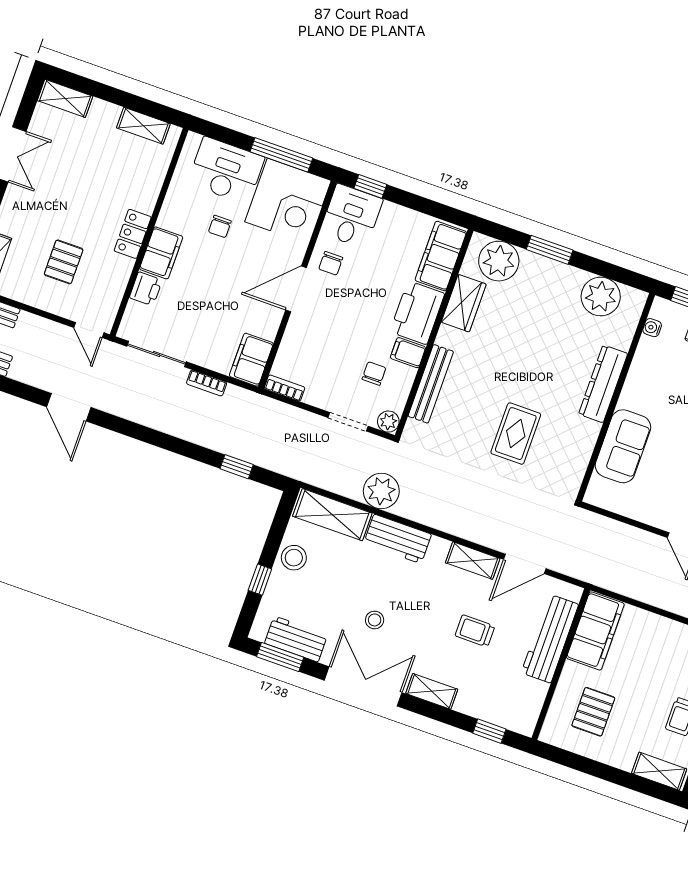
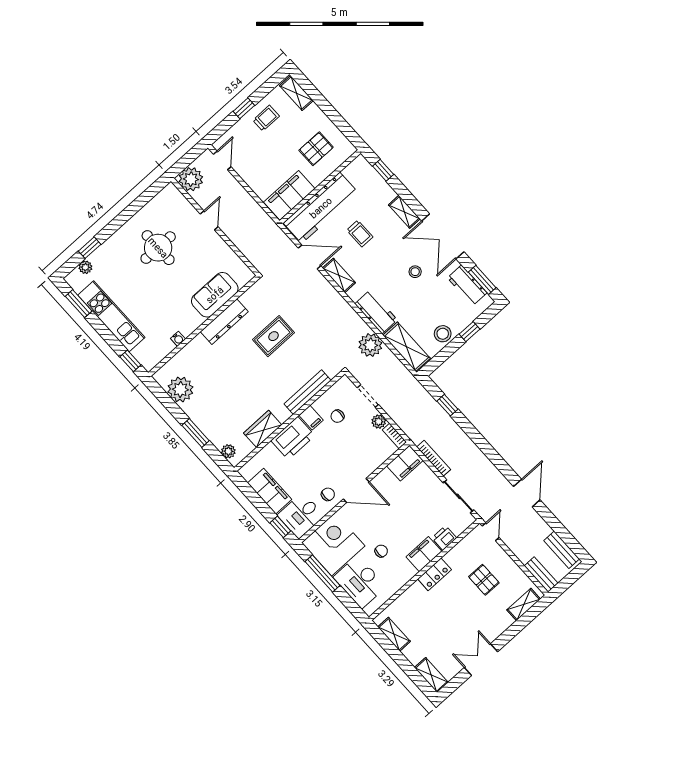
filing cabinet: (441, 256) -> (270, 491), moved, turned -90
plant: (499, 261) -> (228, 451), width x0.53, depth x0.53
pallet: (64, 262) -> (484, 580), turned 90
water cooler: (652, 328) -> (178, 339), moved
bookcase: (207, 383) -> (434, 458), width x1.56
dresser: (603, 384) -> (224, 322), moved
plant: (388, 422) -> (379, 422), moved
workbench: (550, 639) -> (321, 208), width x1.36, depth x1.32

